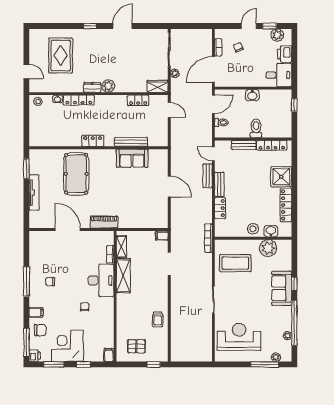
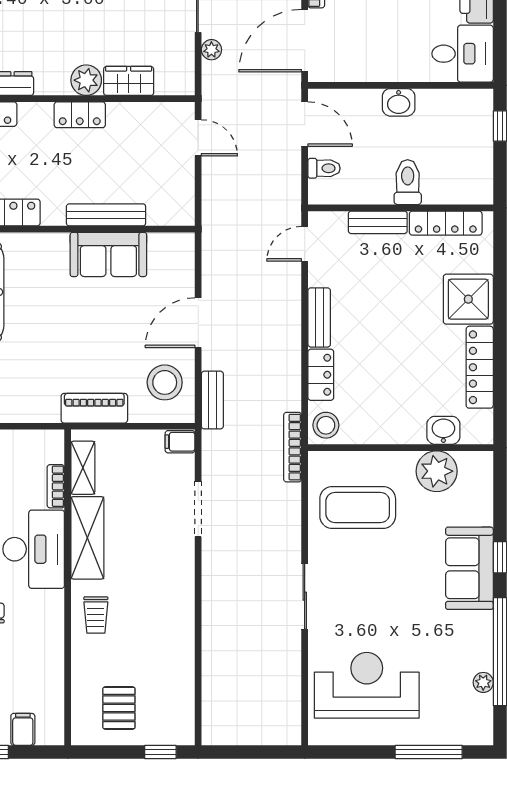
plant: (108, 86) -> (86, 80), moved
wardrobe: (158, 86) -> (129, 81), moved
locker: (138, 100) -> (80, 115), moved
door: (213, 104) -> (305, 124), hinge flipped
door: (213, 154) -> (305, 244), hinge flipped
bench: (207, 176) -> (212, 400), moved
door: (169, 187) -> (198, 323), swing flipped
stool: (155, 211) -> (165, 382), added
piano: (104, 222) -> (94, 408), moved
stool: (253, 229) -> (326, 425), moved
trolley: (158, 319) -> (96, 615), moved
pallet: (136, 346) -> (119, 708), turned 90
filing cabinet: (109, 355) -> (23, 729), moved
plant: (276, 357) -> (456, 734), removed

